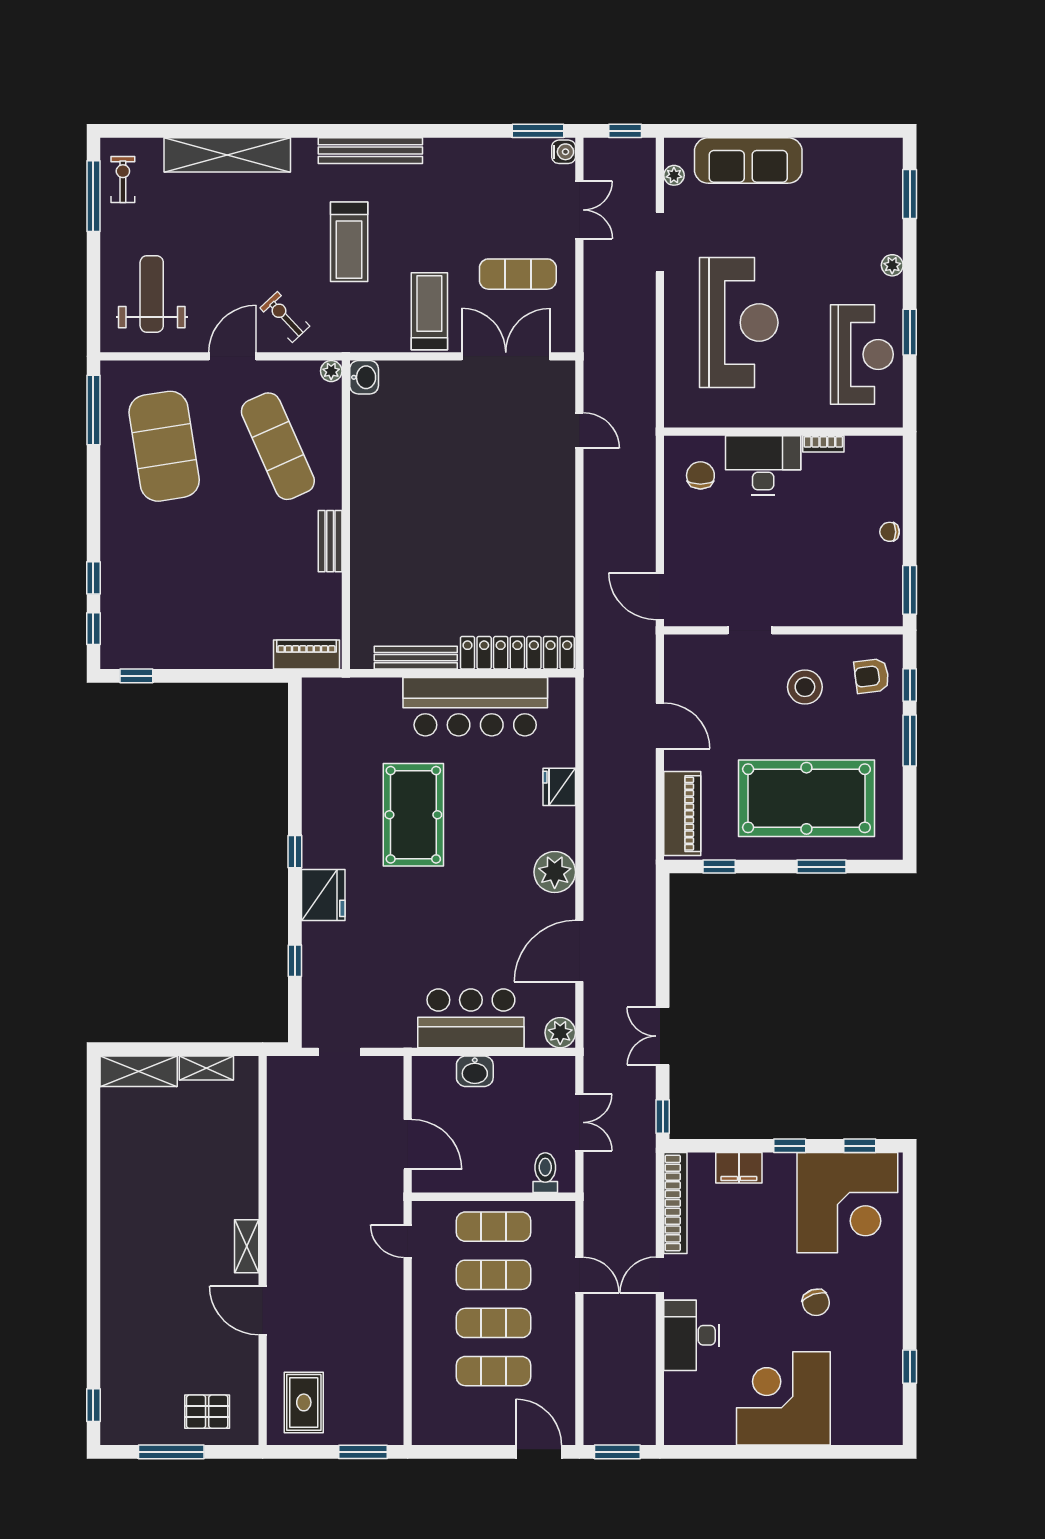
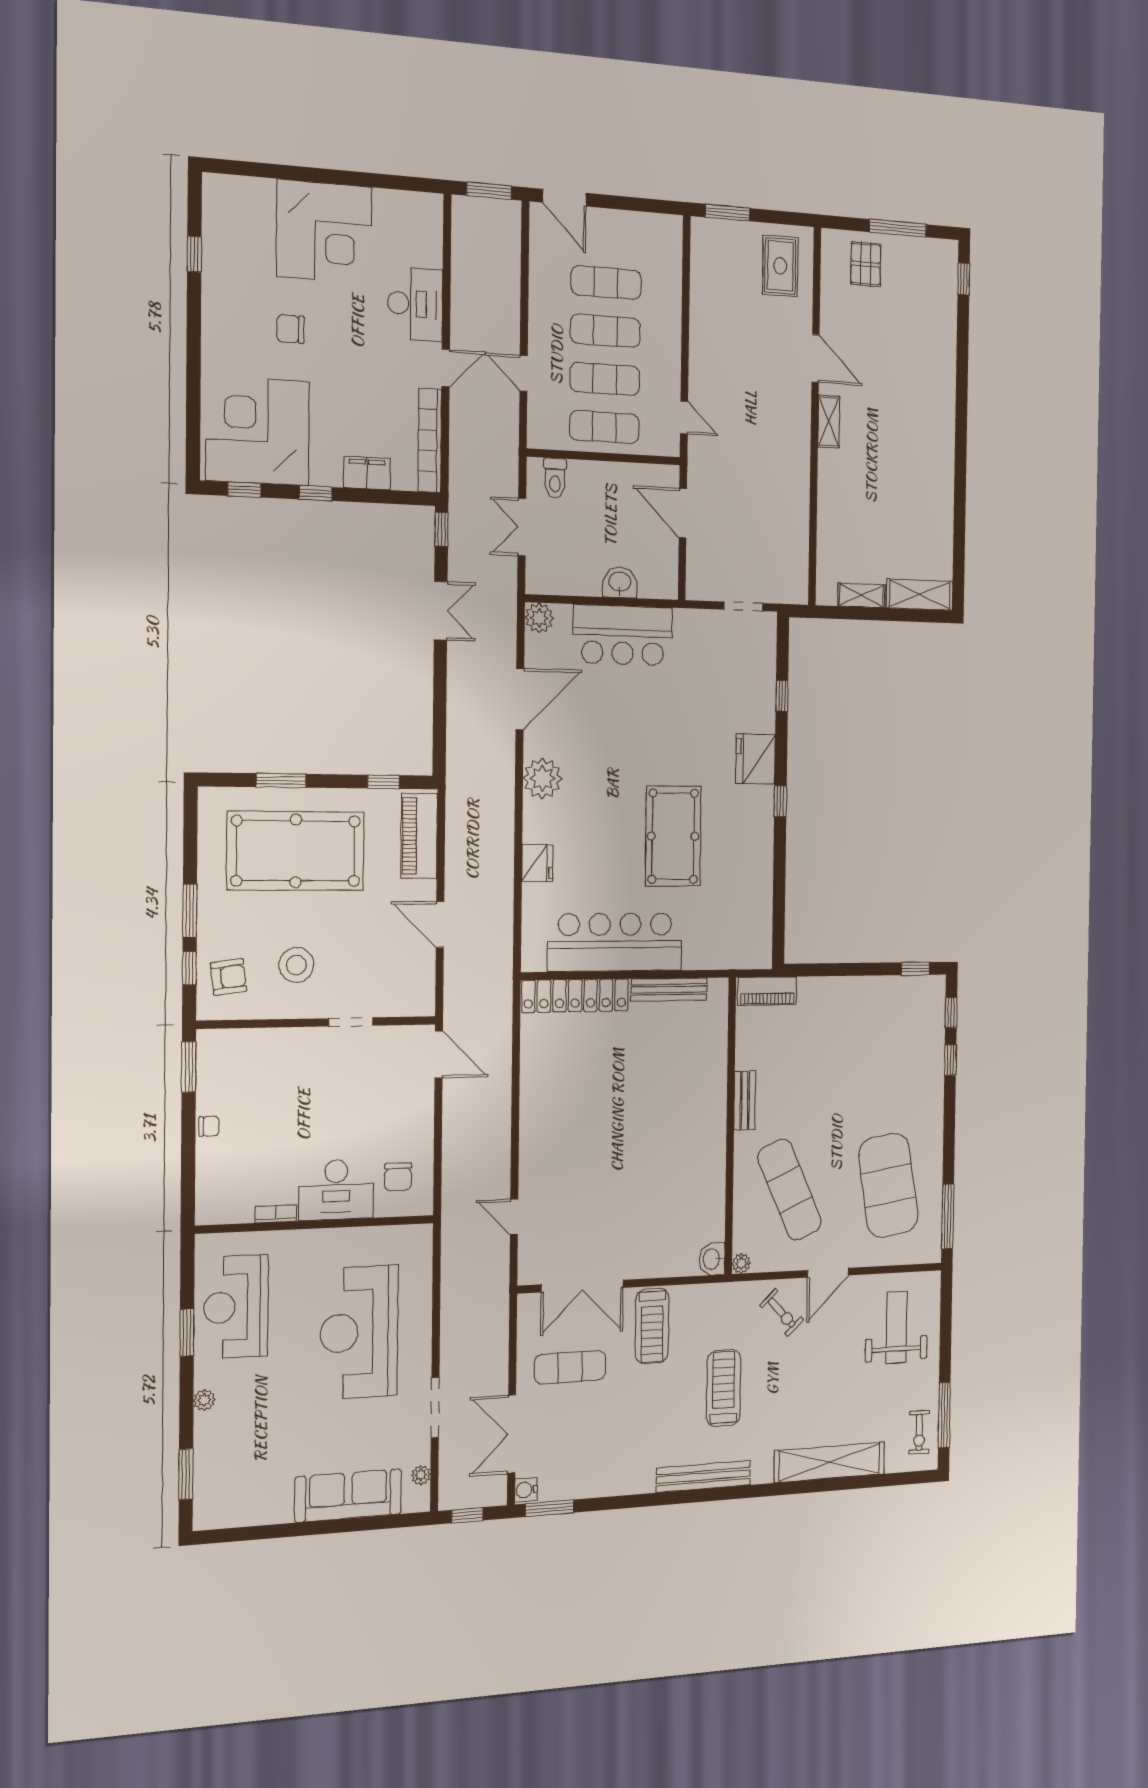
double door: (579, 210) -> (512, 1434), width x1.37
weight bench: (152, 294) -> (897, 1327), turned 180
chair: (816, 1302) -> (290, 329), turned -71
pallet: (207, 1412) -> (866, 264), turned 90

